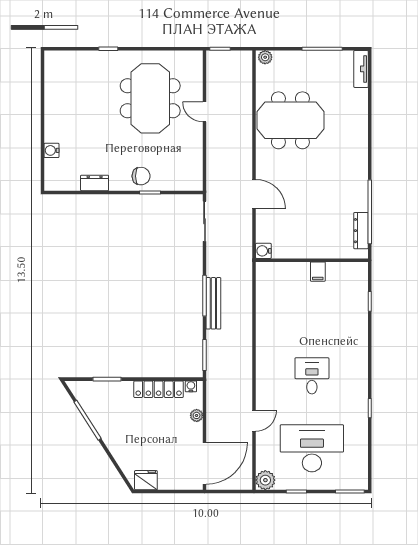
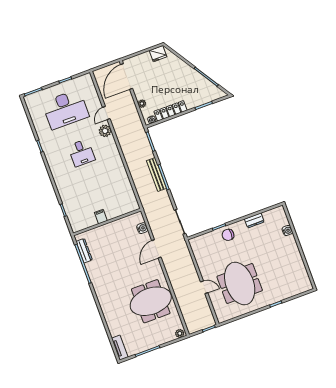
door: (254, 194) -> (156, 249), hinge flipped
water cooler: (263, 251) -> (142, 228), moved
plant: (265, 480) -> (105, 131), moved

